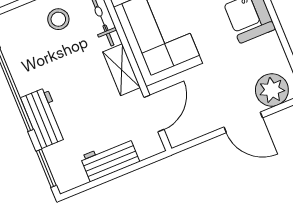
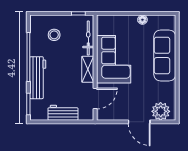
stool: (58, 19) -> (54, 35), moved
workbench: (44, 118) -> (38, 78), width x1.38

